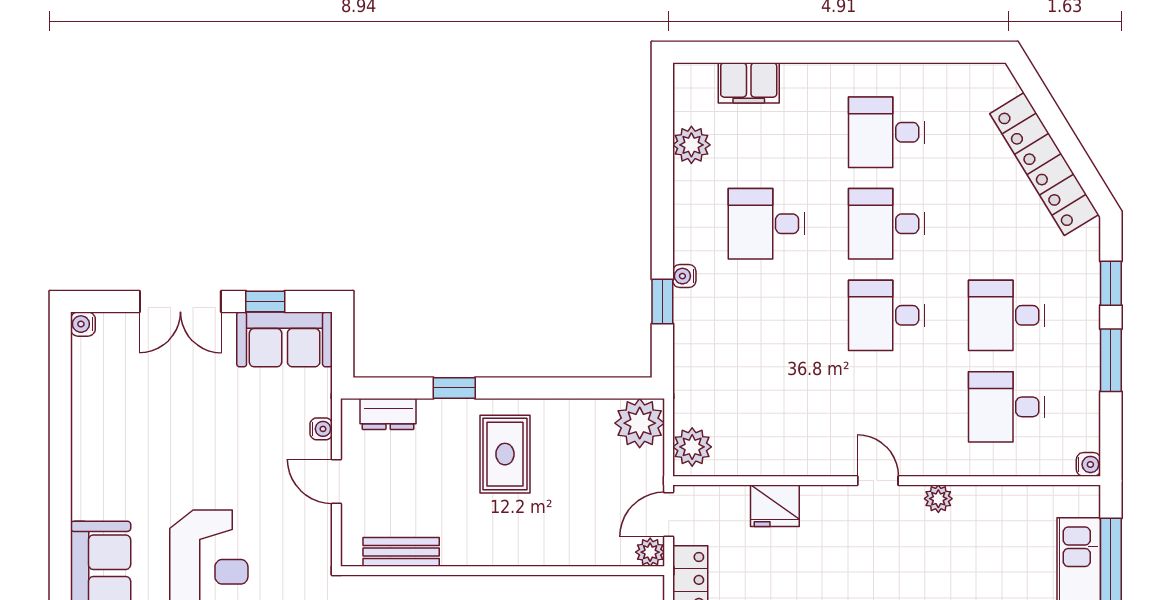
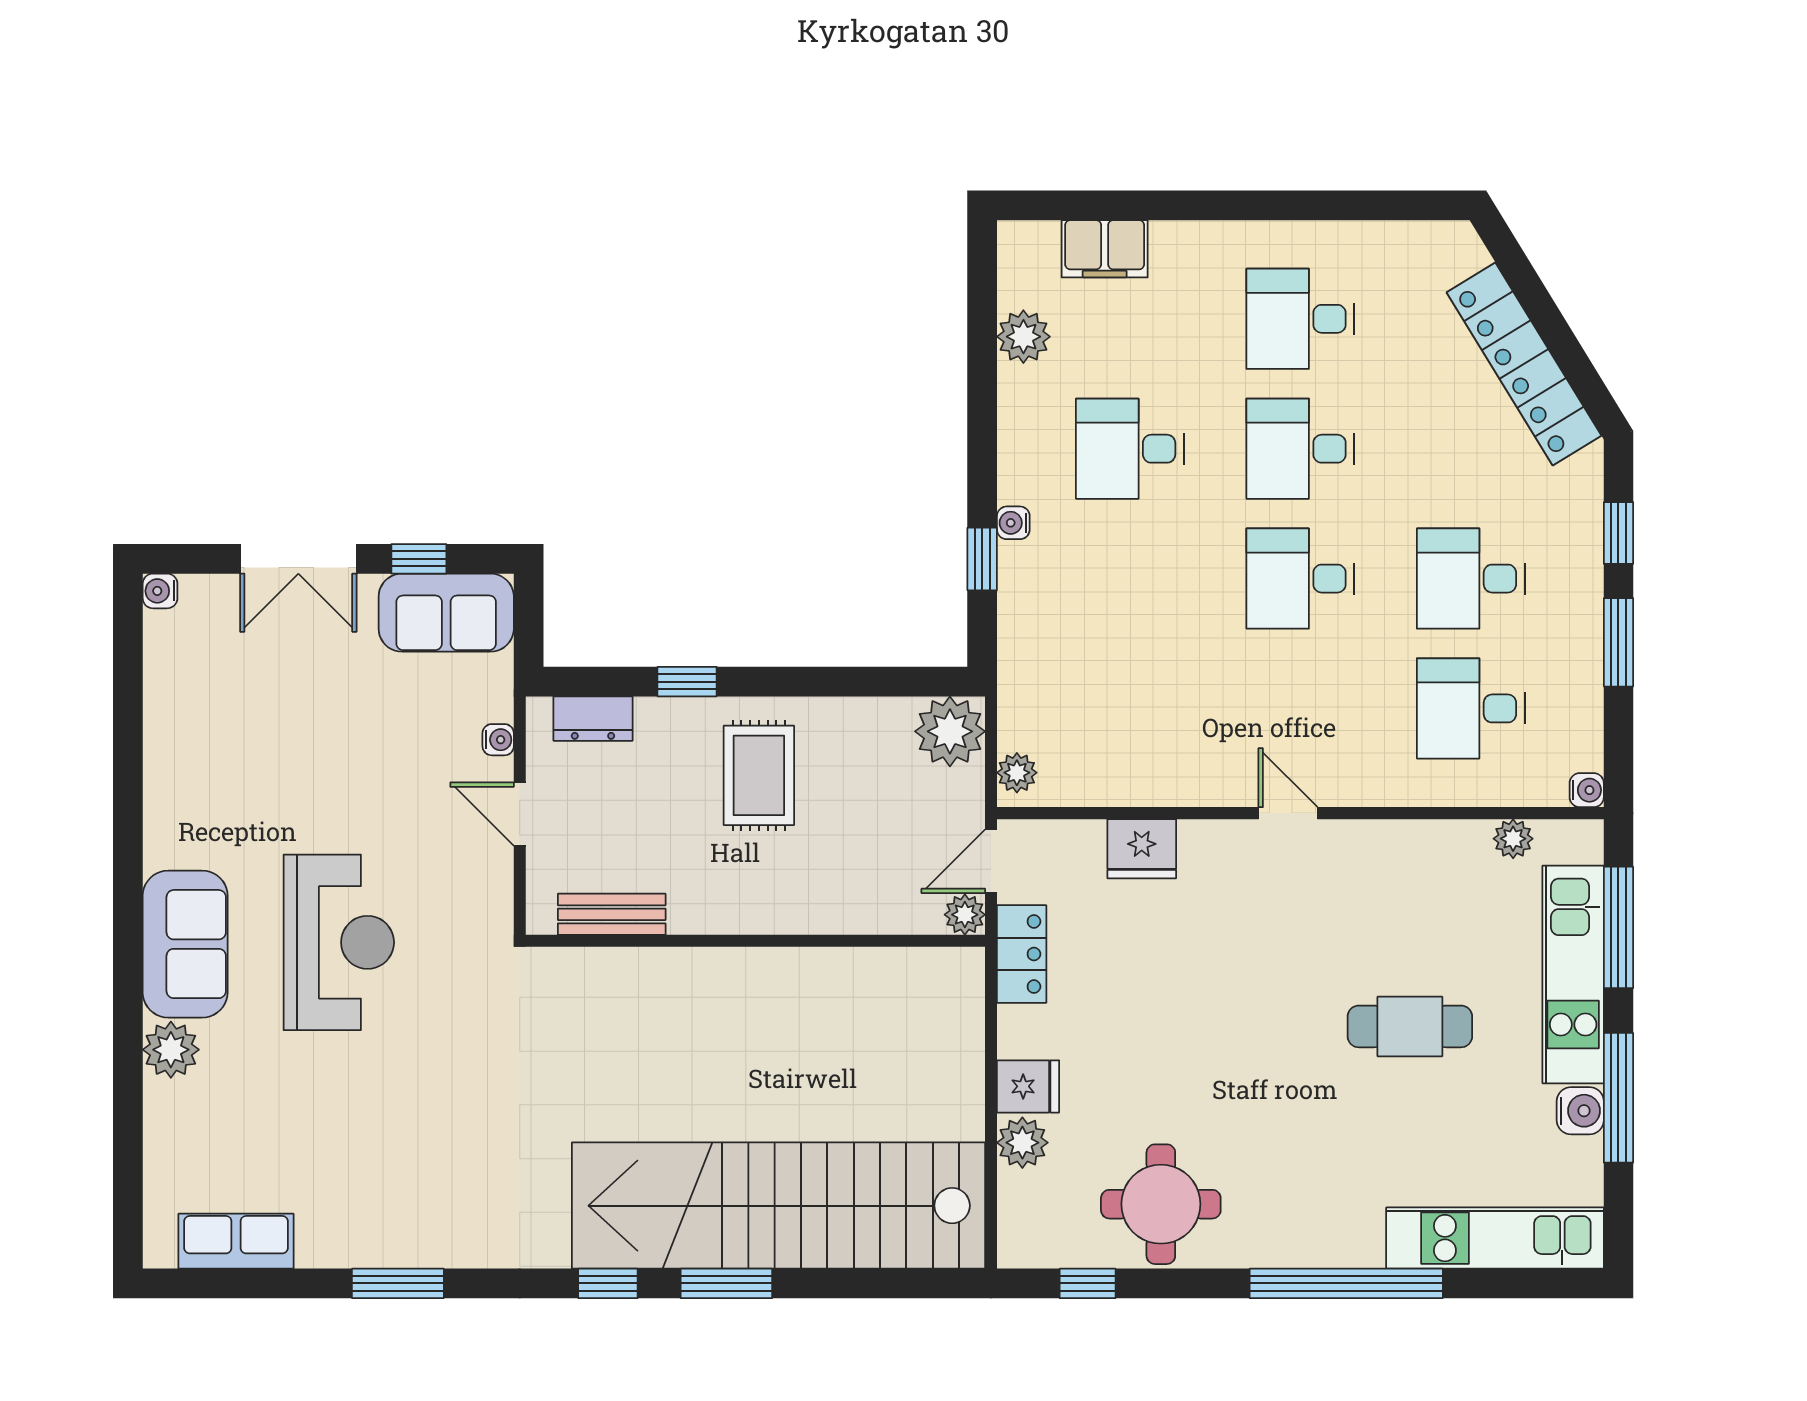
plant: (692, 447) -> (1017, 773), width x0.73, depth x0.73
plant: (938, 499) -> (1513, 839), moved

